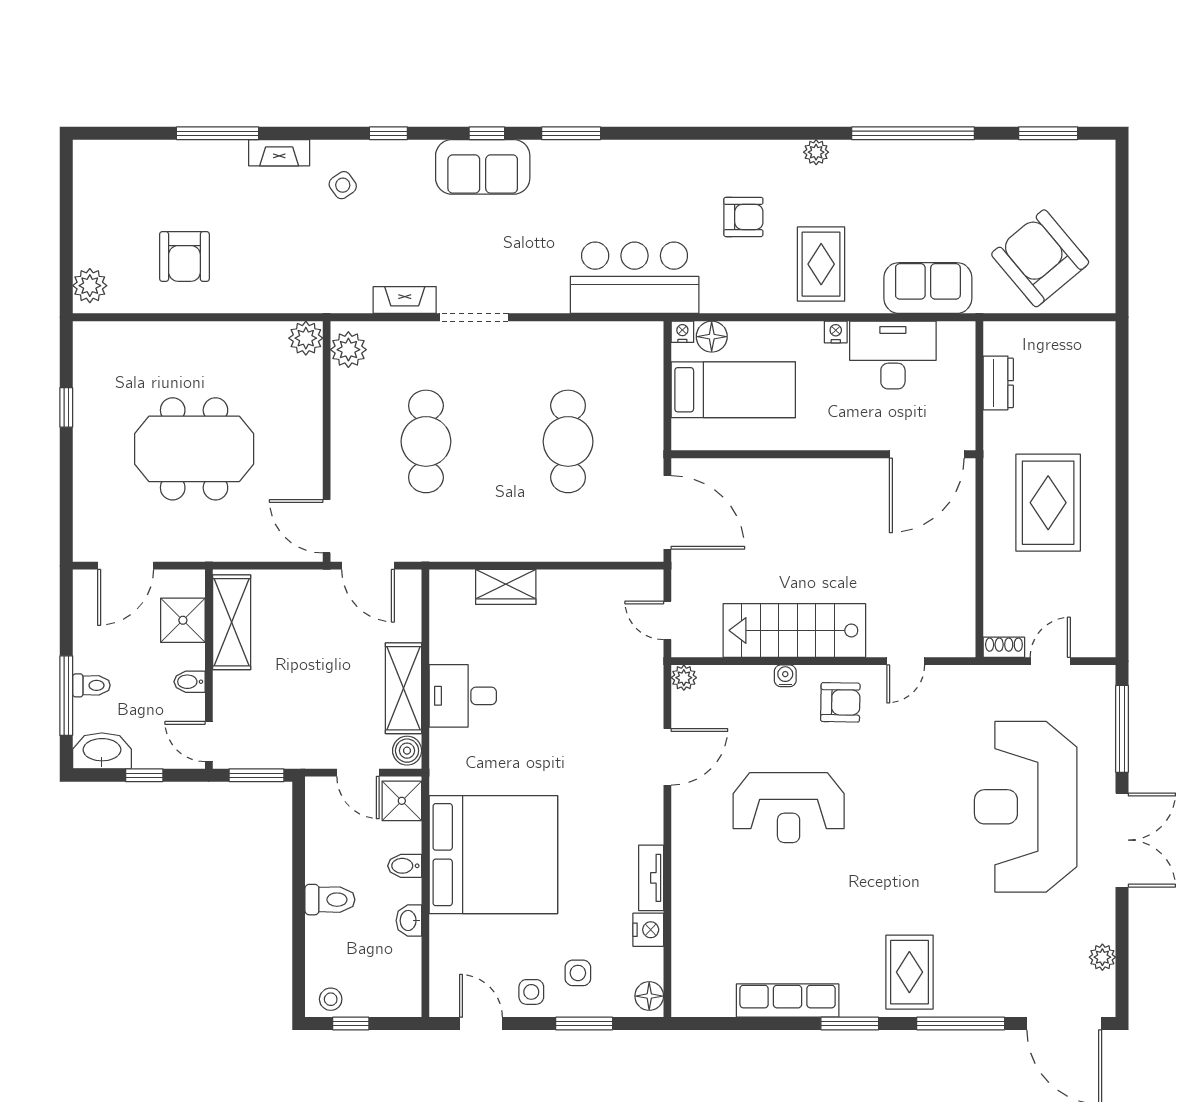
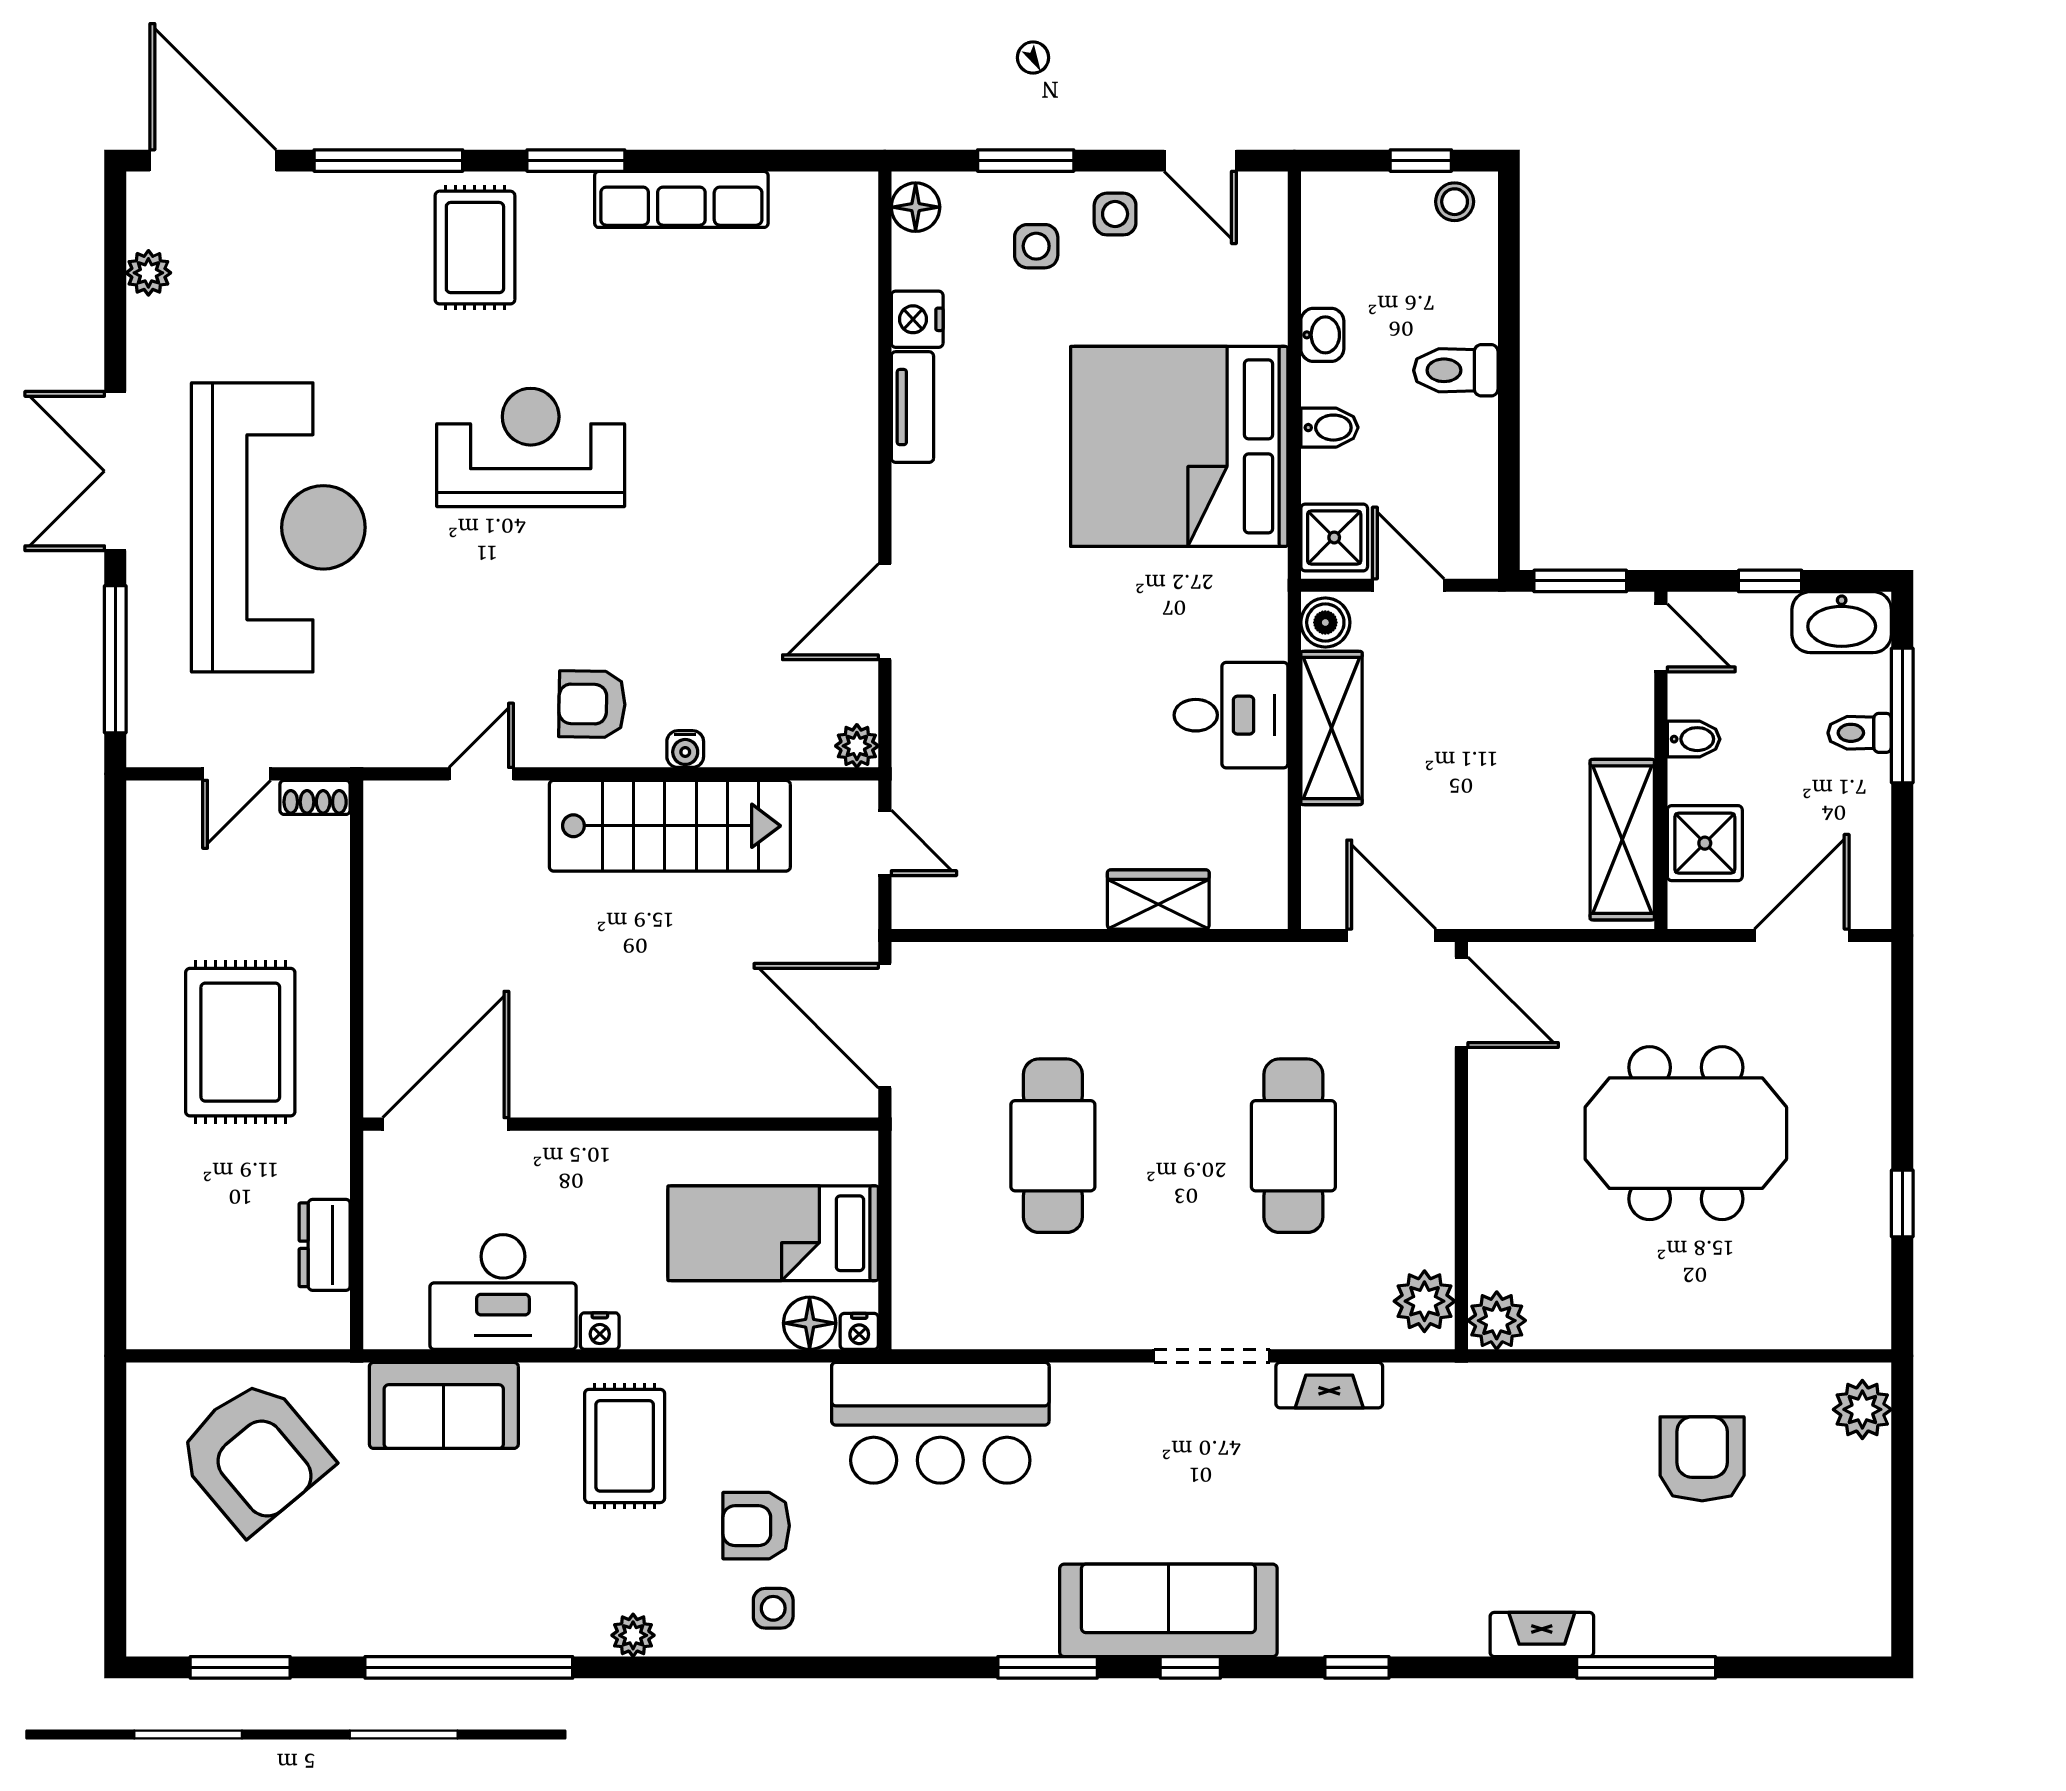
sofa: (483, 167) -> (1168, 1610), width x1.36
side table: (343, 185) -> (773, 1608), moved, turned 35
reception desk: (789, 808) -> (531, 447), moved

